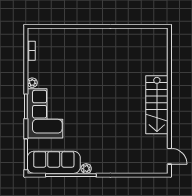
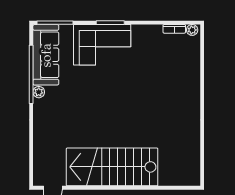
plant: (32, 83) -> (192, 30), moved
stairs: (157, 105) -> (112, 167), width x1.36, depth x1.51

